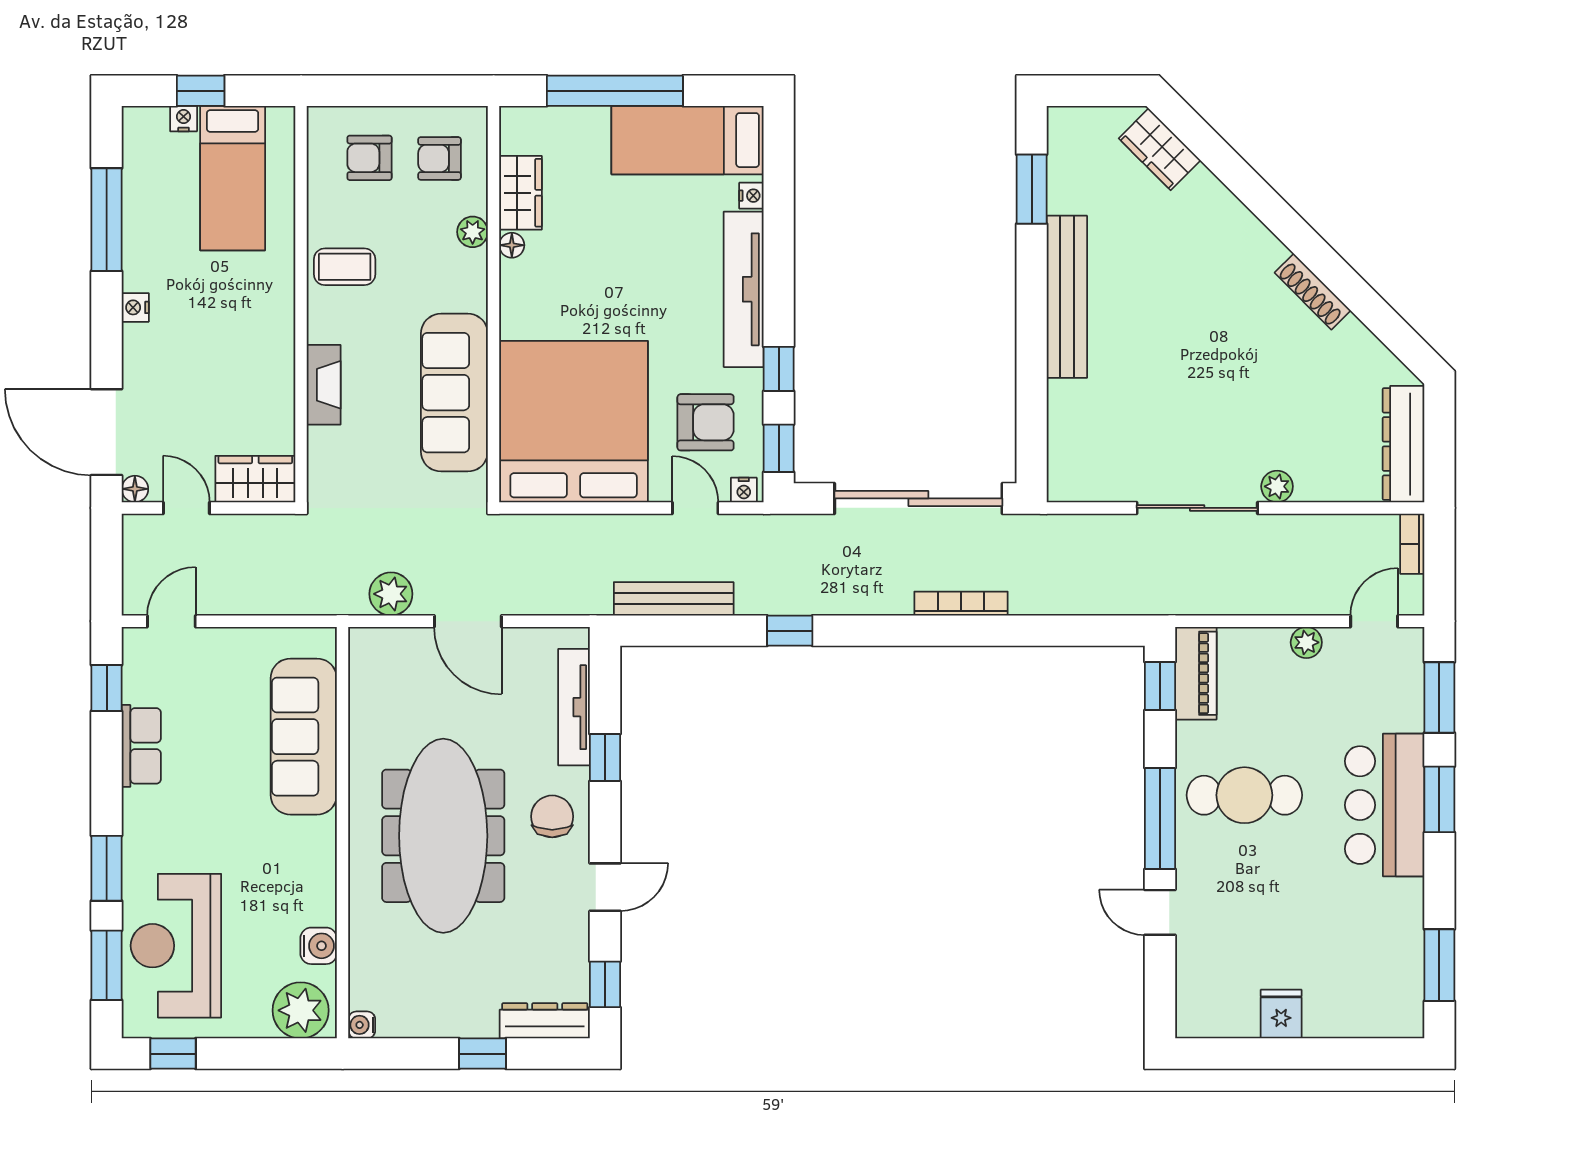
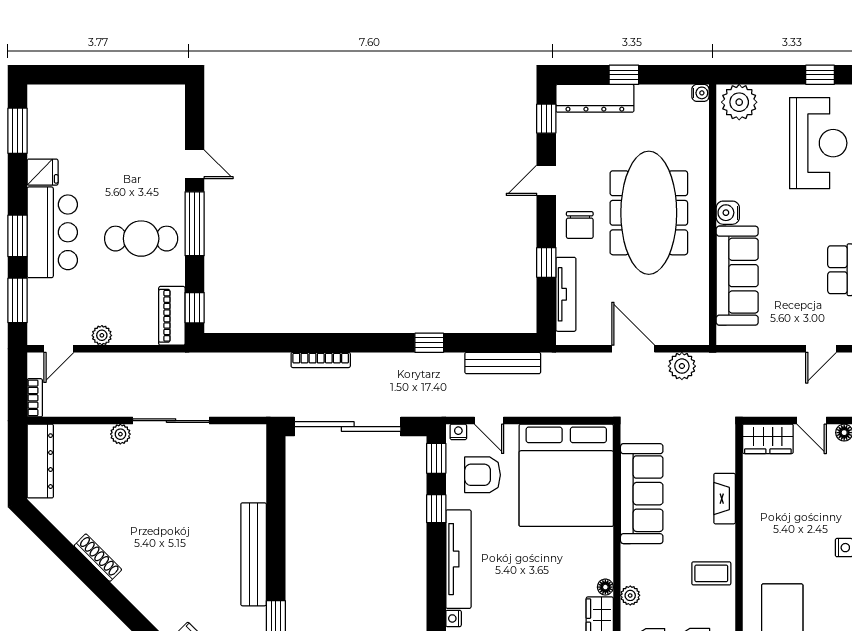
water cooler: (319, 946) -> (728, 213), moved
fridge: (1281, 1014) -> (43, 172), moved, turned -90
dresser: (545, 1021) -> (595, 98), width x1.37, depth x1.24

